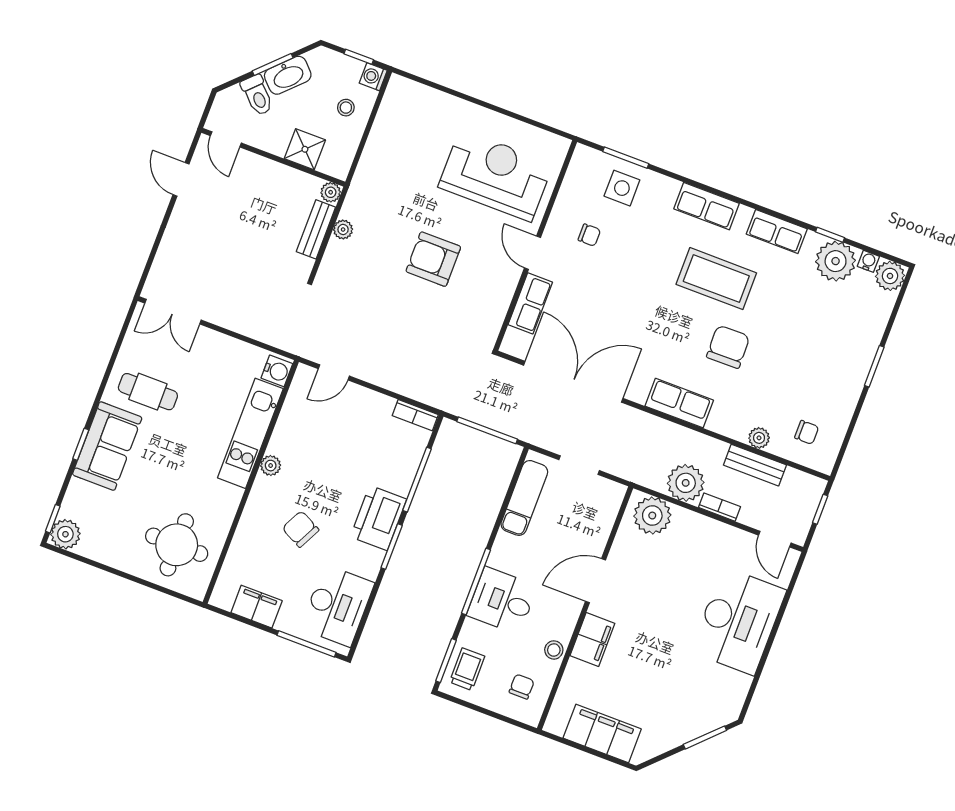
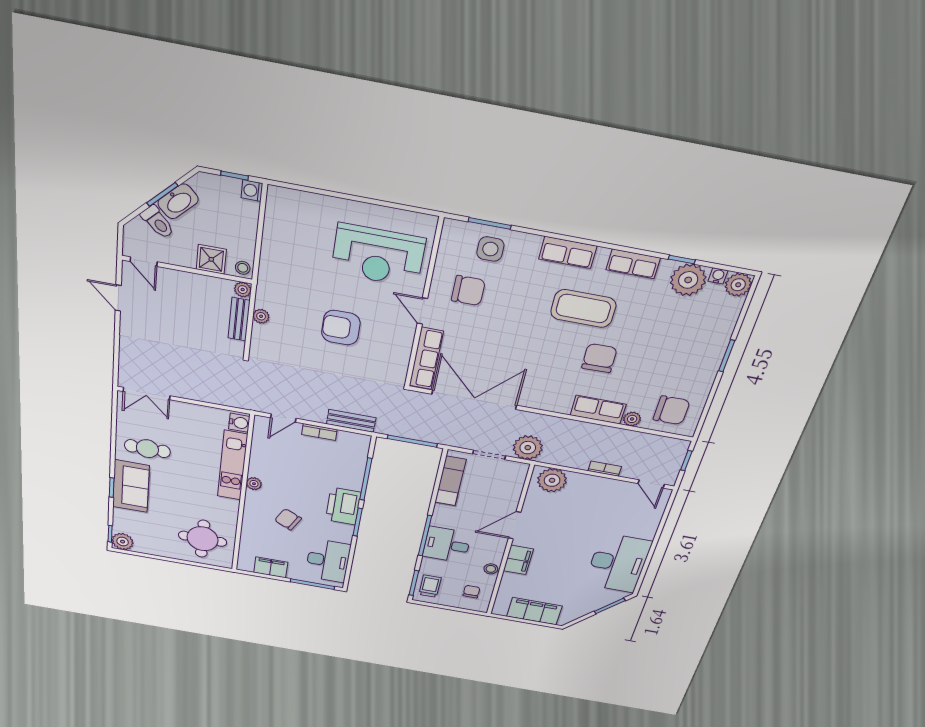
stool: (346, 108) -> (243, 268), moved
reception desk: (496, 175) -> (378, 255), turned 180
chair: (589, 235) -> (468, 291), width x1.87, depth x1.87
row of seats: (530, 303) -> (426, 359), width x1.48
row of seats: (679, 403) -> (598, 410), moved
bookcase: (415, 415) -> (319, 432), moved
chair: (807, 432) -> (671, 410), width x1.87, depth x1.87
bench: (755, 465) -> (351, 421), moved
plant: (686, 483) -> (528, 448), moved
desk: (738, 621) -> (618, 563), moved

